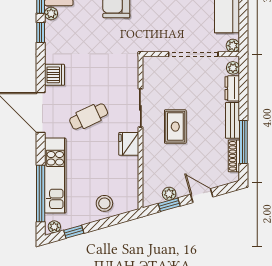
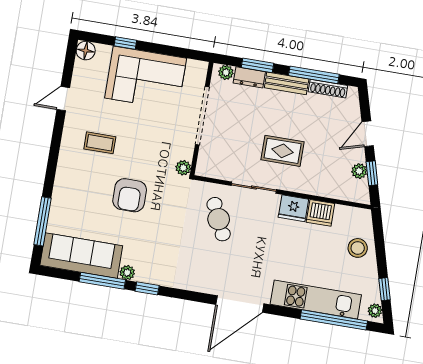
plant: (233, 46) -> (183, 168), moved
dishwasher: (55, 75) -> (320, 213), moved, turned 180
window: (243, 93) -> (258, 65), added
cafe table: (89, 117) -> (219, 219), moved

